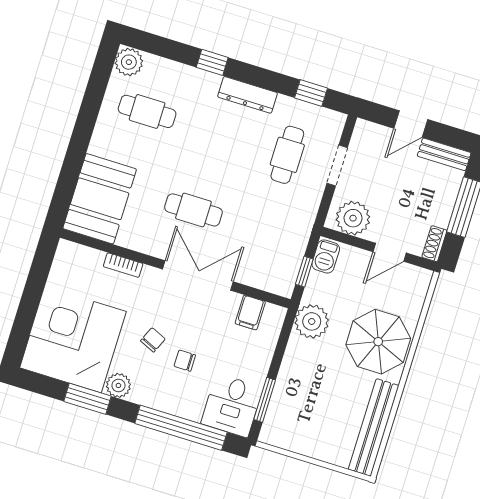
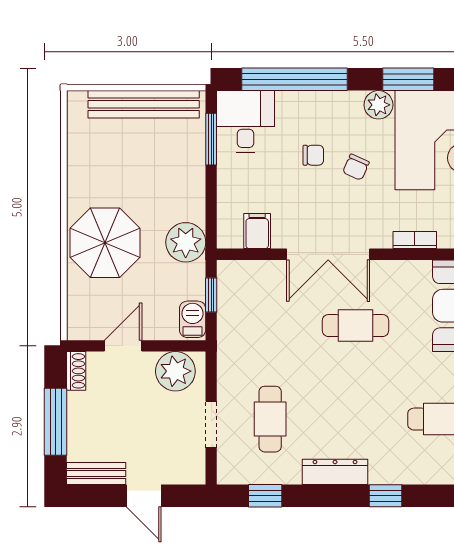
door: (411, 124) -> (144, 496), swing flipped
bench: (374, 427) -> (144, 104), moved, turned 90

